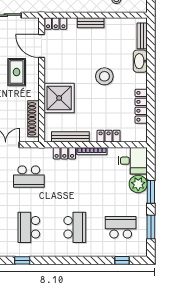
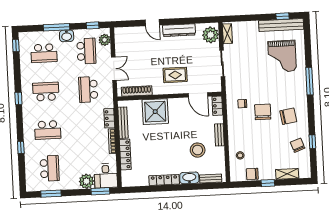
door: (42, 46) -> (198, 95), swing flipped
stool: (104, 76) -> (198, 150), moved
locker: (141, 106) -> (164, 180), moved
locker: (109, 136) -> (125, 155), width x1.53
window: (151, 192) -> (100, 191), moved
window: (22, 260) -> (18, 98), moved
window: (122, 260) -> (21, 147), moved

